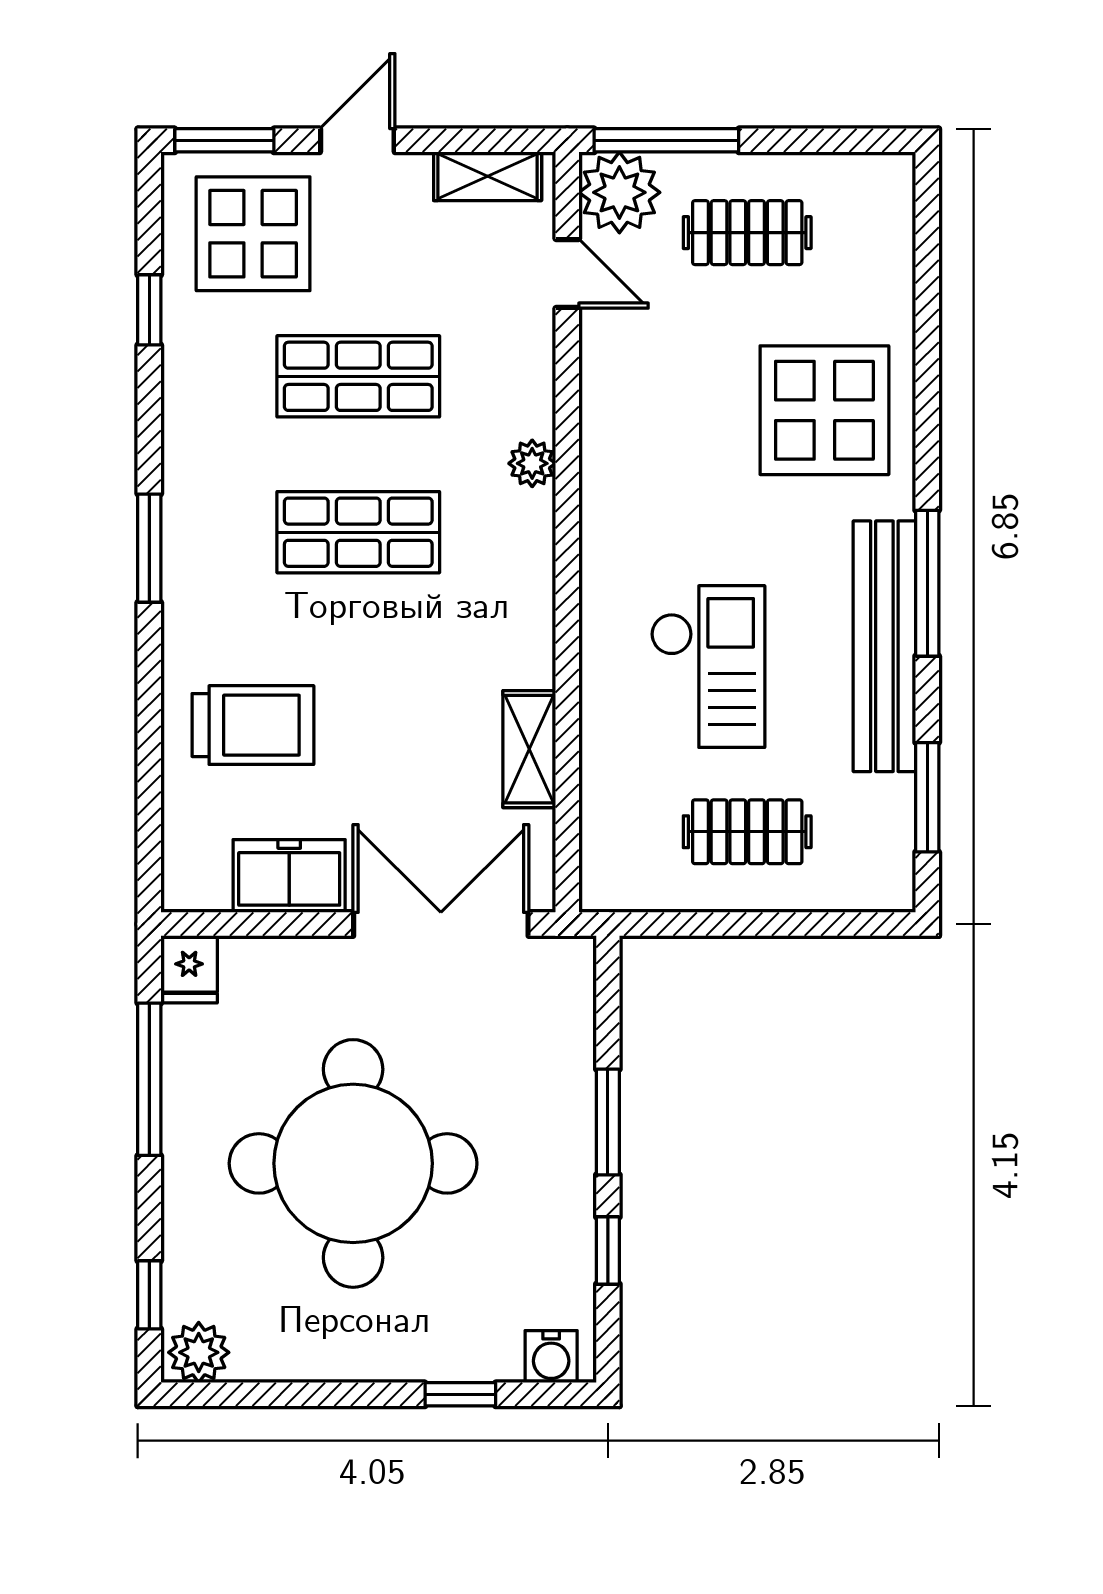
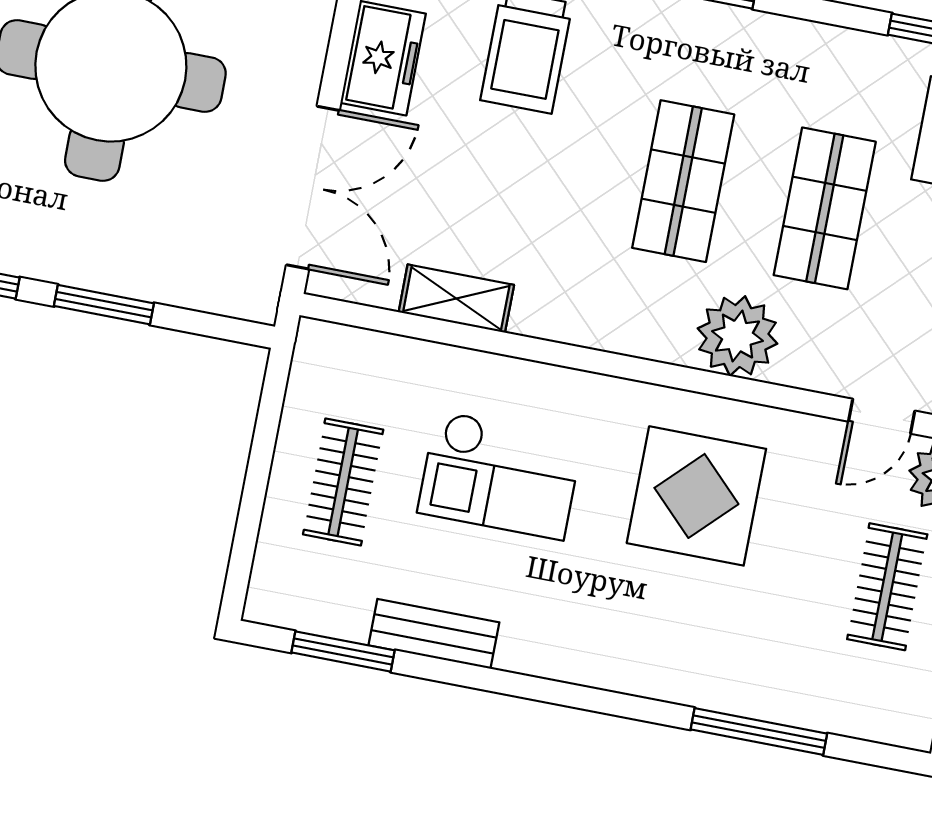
display table: (824, 410) -> (696, 496), moved
plant: (532, 463) -> (738, 336), width x1.88, depth x1.88
window: (927, 583) -> (759, 732), moved
bench: (884, 646) -> (434, 634), width x0.54, depth x0.82

